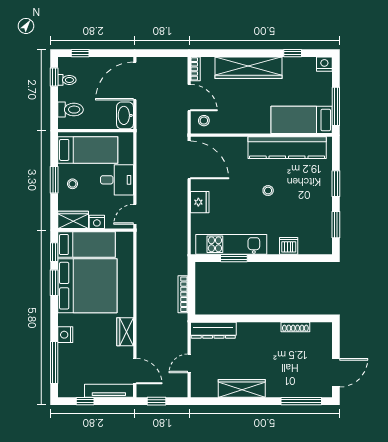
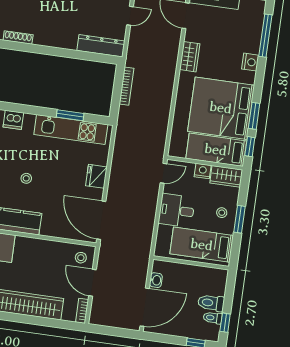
toilet: (71, 110) -> (211, 303), moved
washbasin: (125, 115) -> (156, 280), width x0.52, depth x0.69

